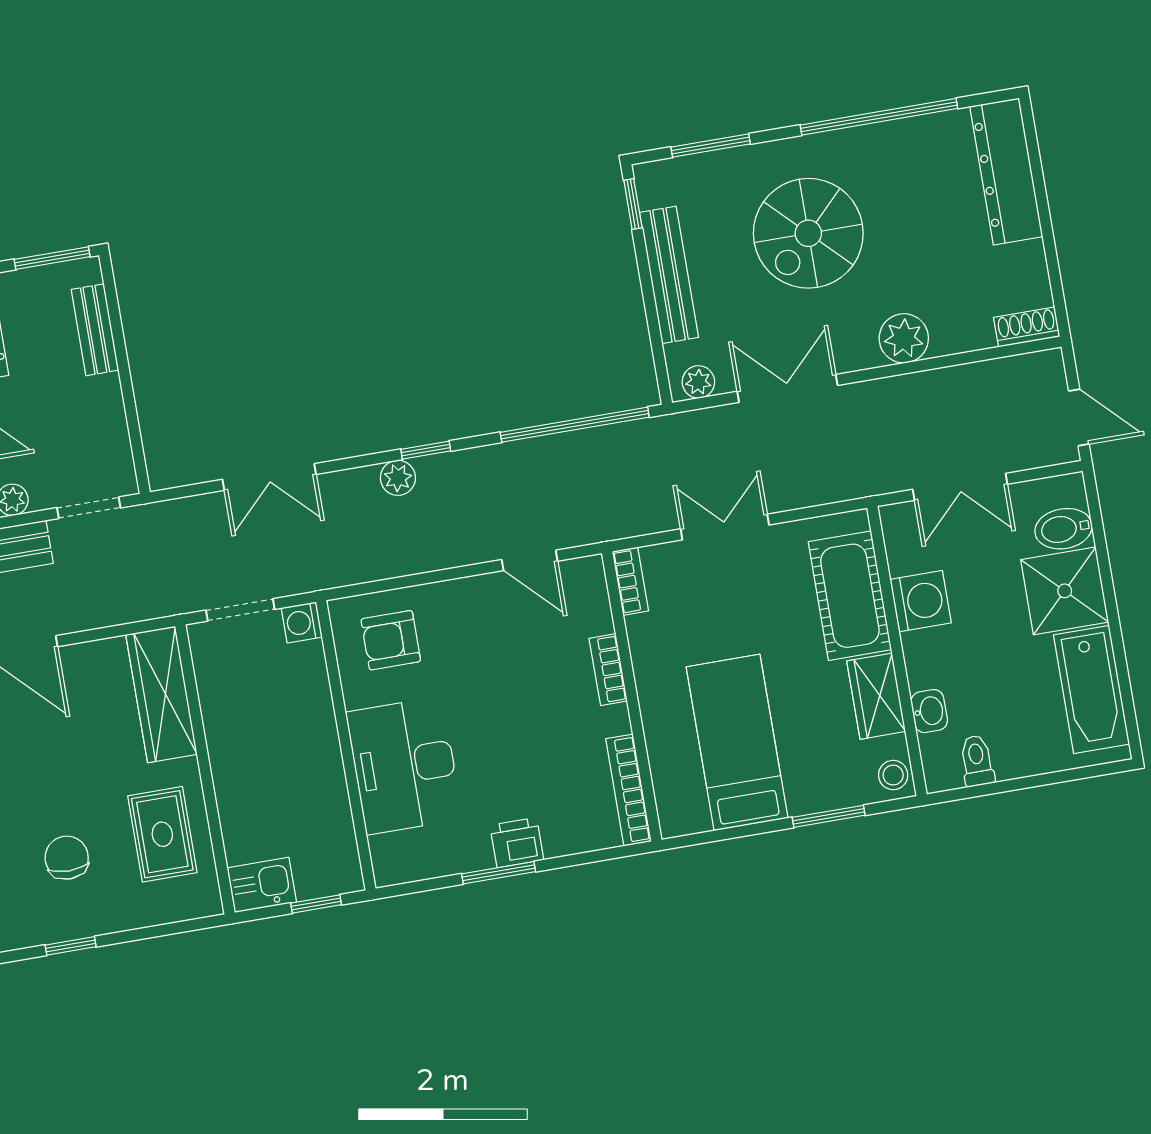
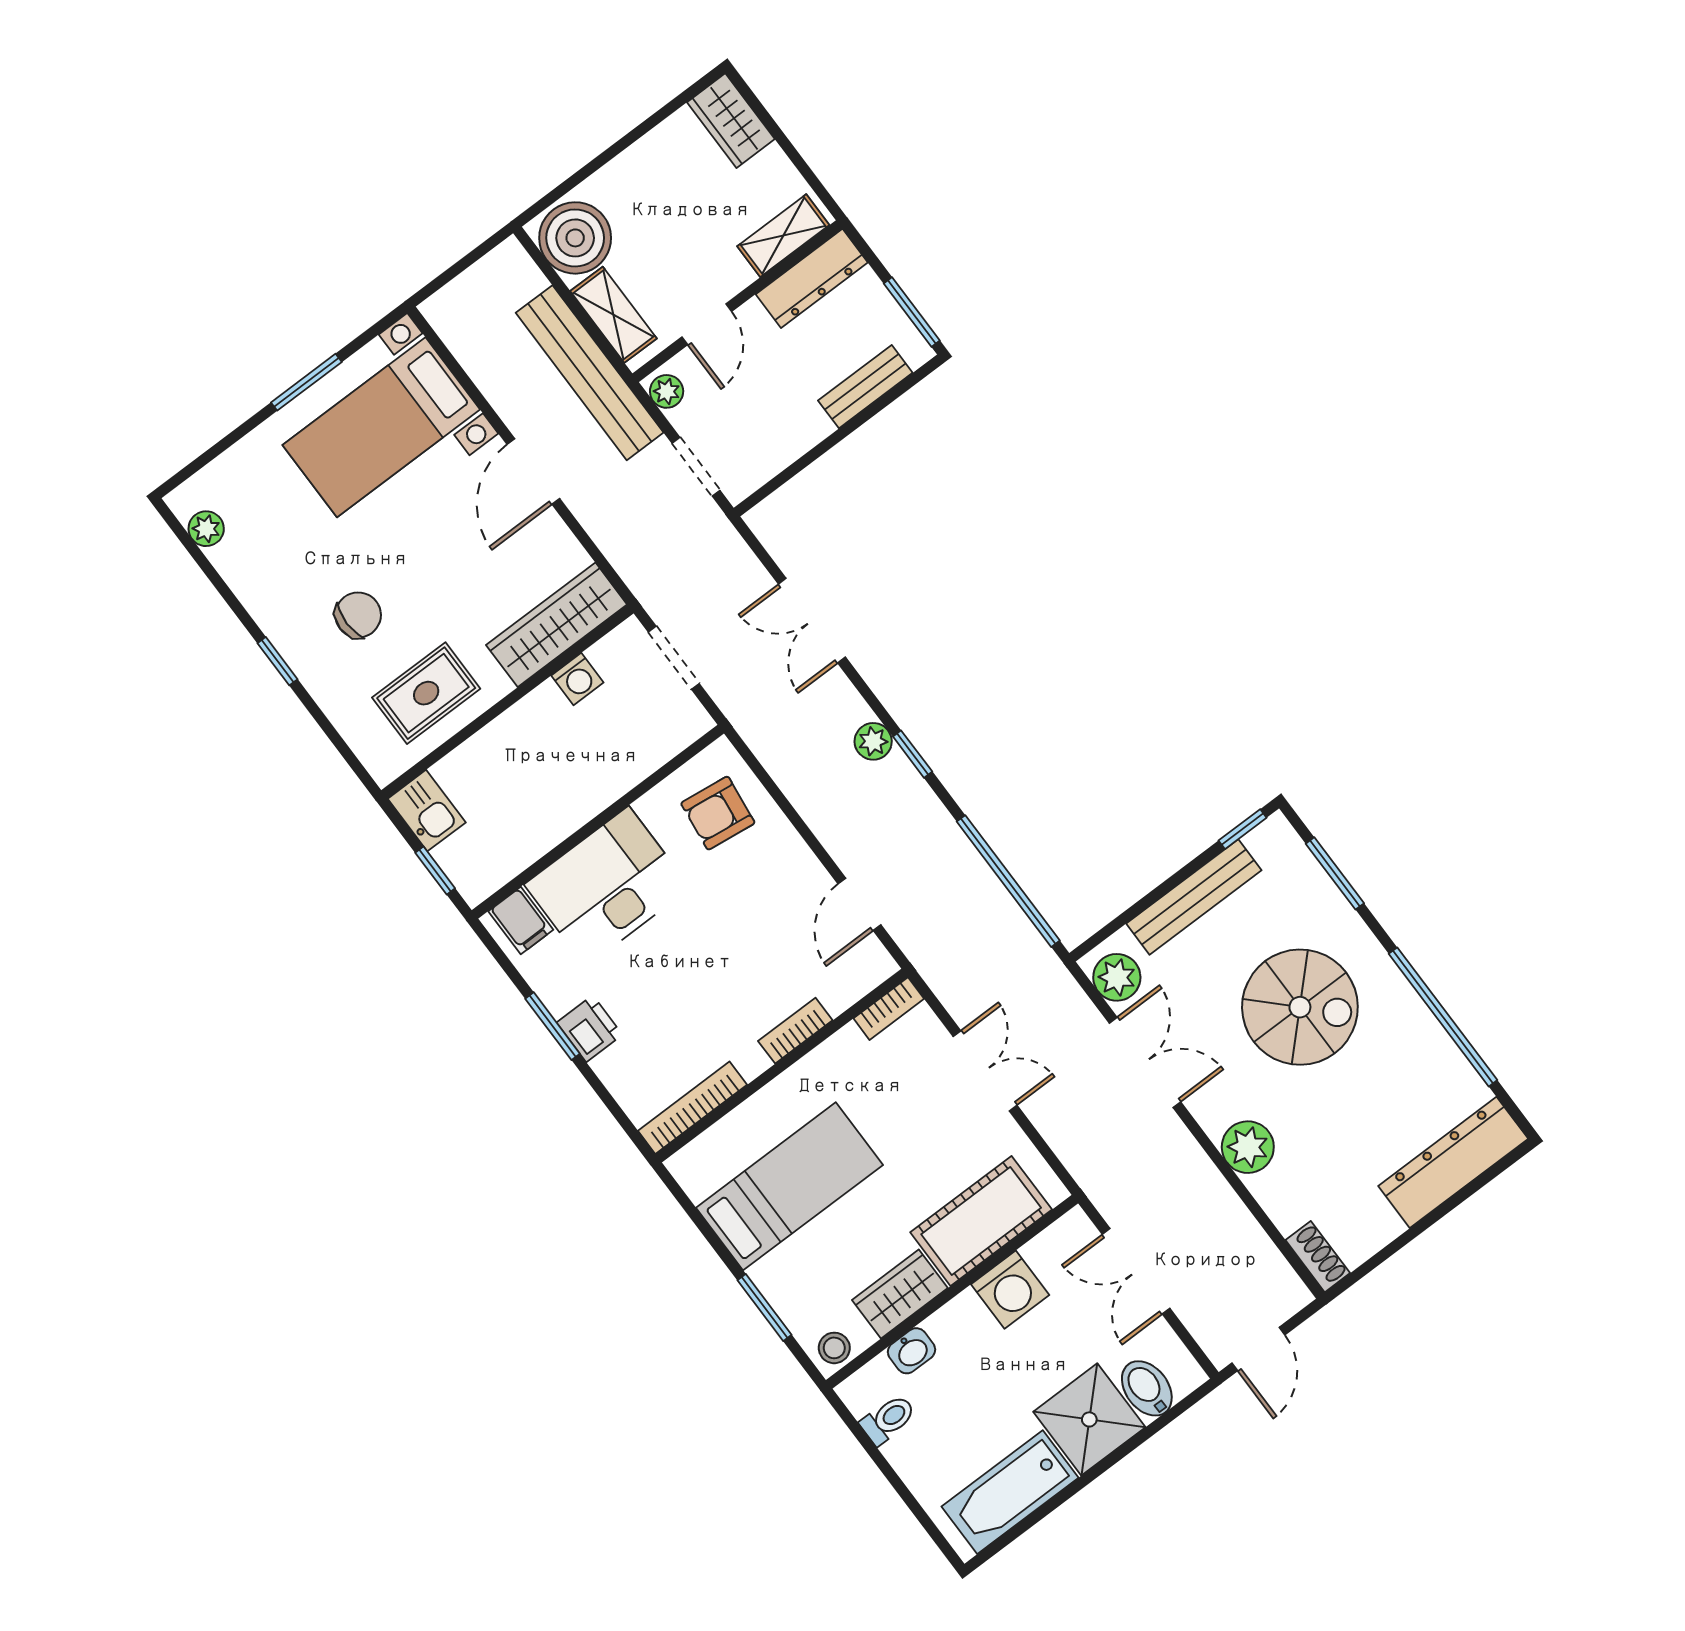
spiral stairs: (808, 233) -> (1300, 1007), turned 180
plant: (698, 382) -> (1117, 977), width x1.38, depth x1.38
washing machine: (302, 623) -> (577, 679), moved, turned 180
armchair: (391, 640) -> (718, 813), turned -83
filing cabinet: (396, 853) -> (521, 921), added

